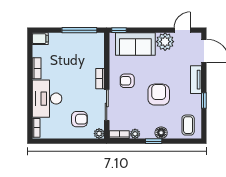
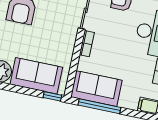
sofa: (85, 44) -> (96, 89), added
armchair: (127, 81) -> (55, 34), removed

